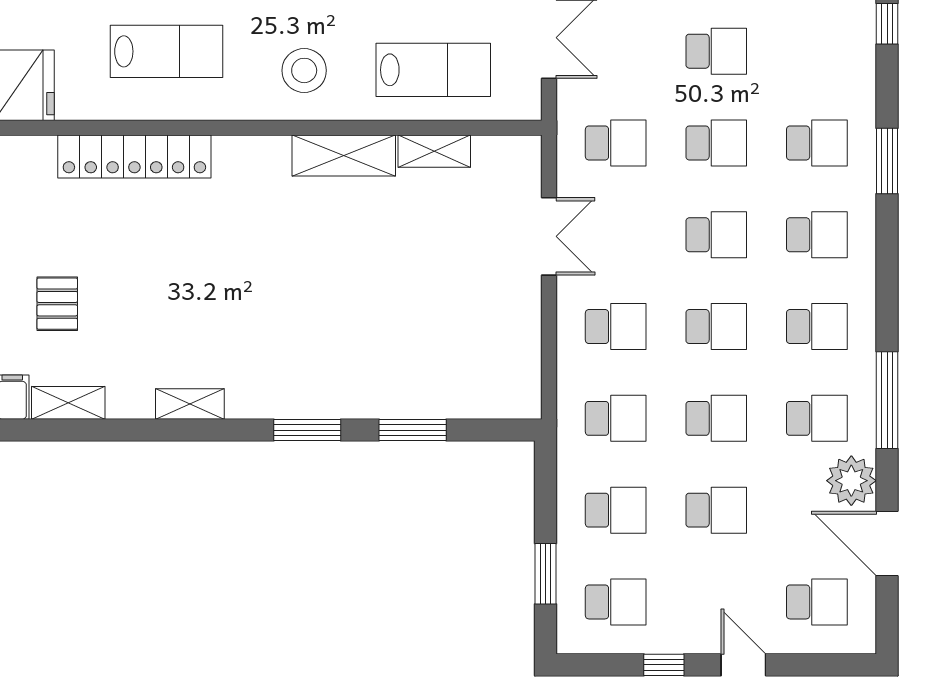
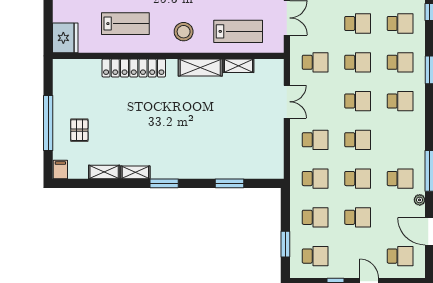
locker: (134, 156) -> (134, 68), moved
school desk: (817, 327) -> (400, 24), moved
shelving: (68, 403) -> (104, 172), moved
window: (307, 430) -> (164, 183), moved
plant: (851, 481) -> (420, 200), width x0.53, depth x0.53

